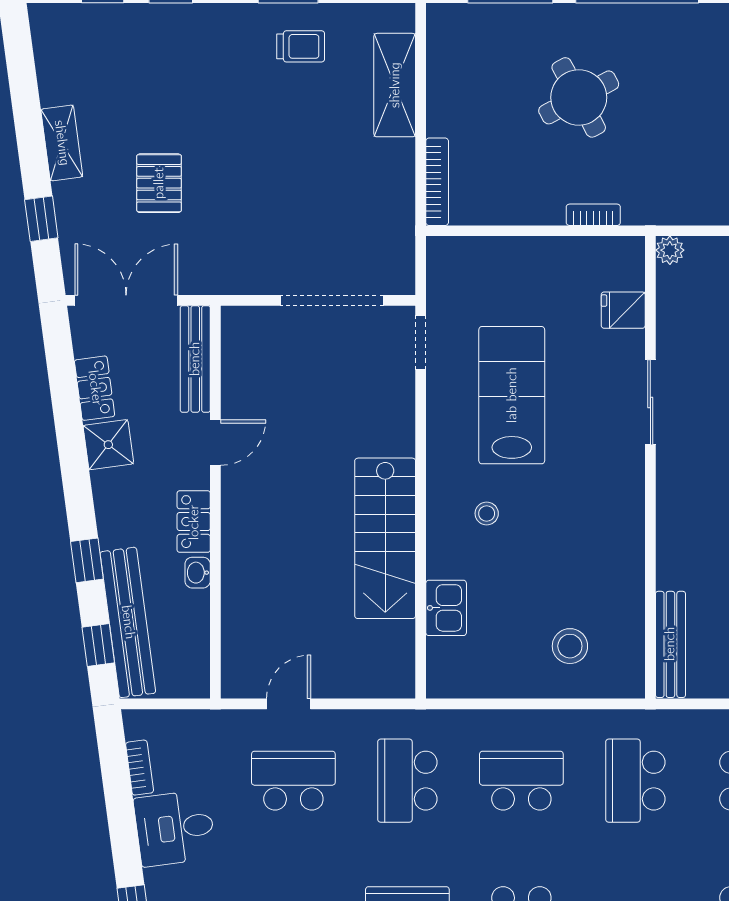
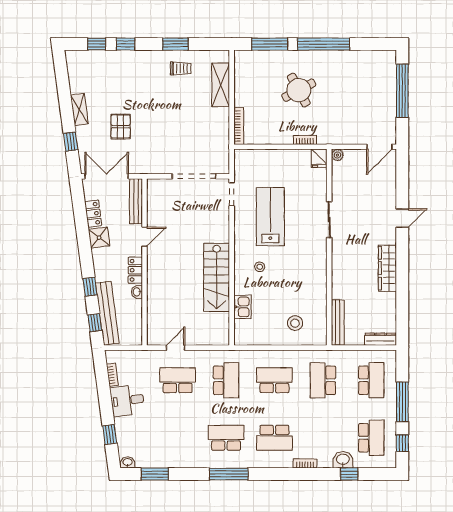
fridge: (623, 310) -> (319, 158), moved, turned -90
school desk: (407, 781) -> (226, 380), turned 180

